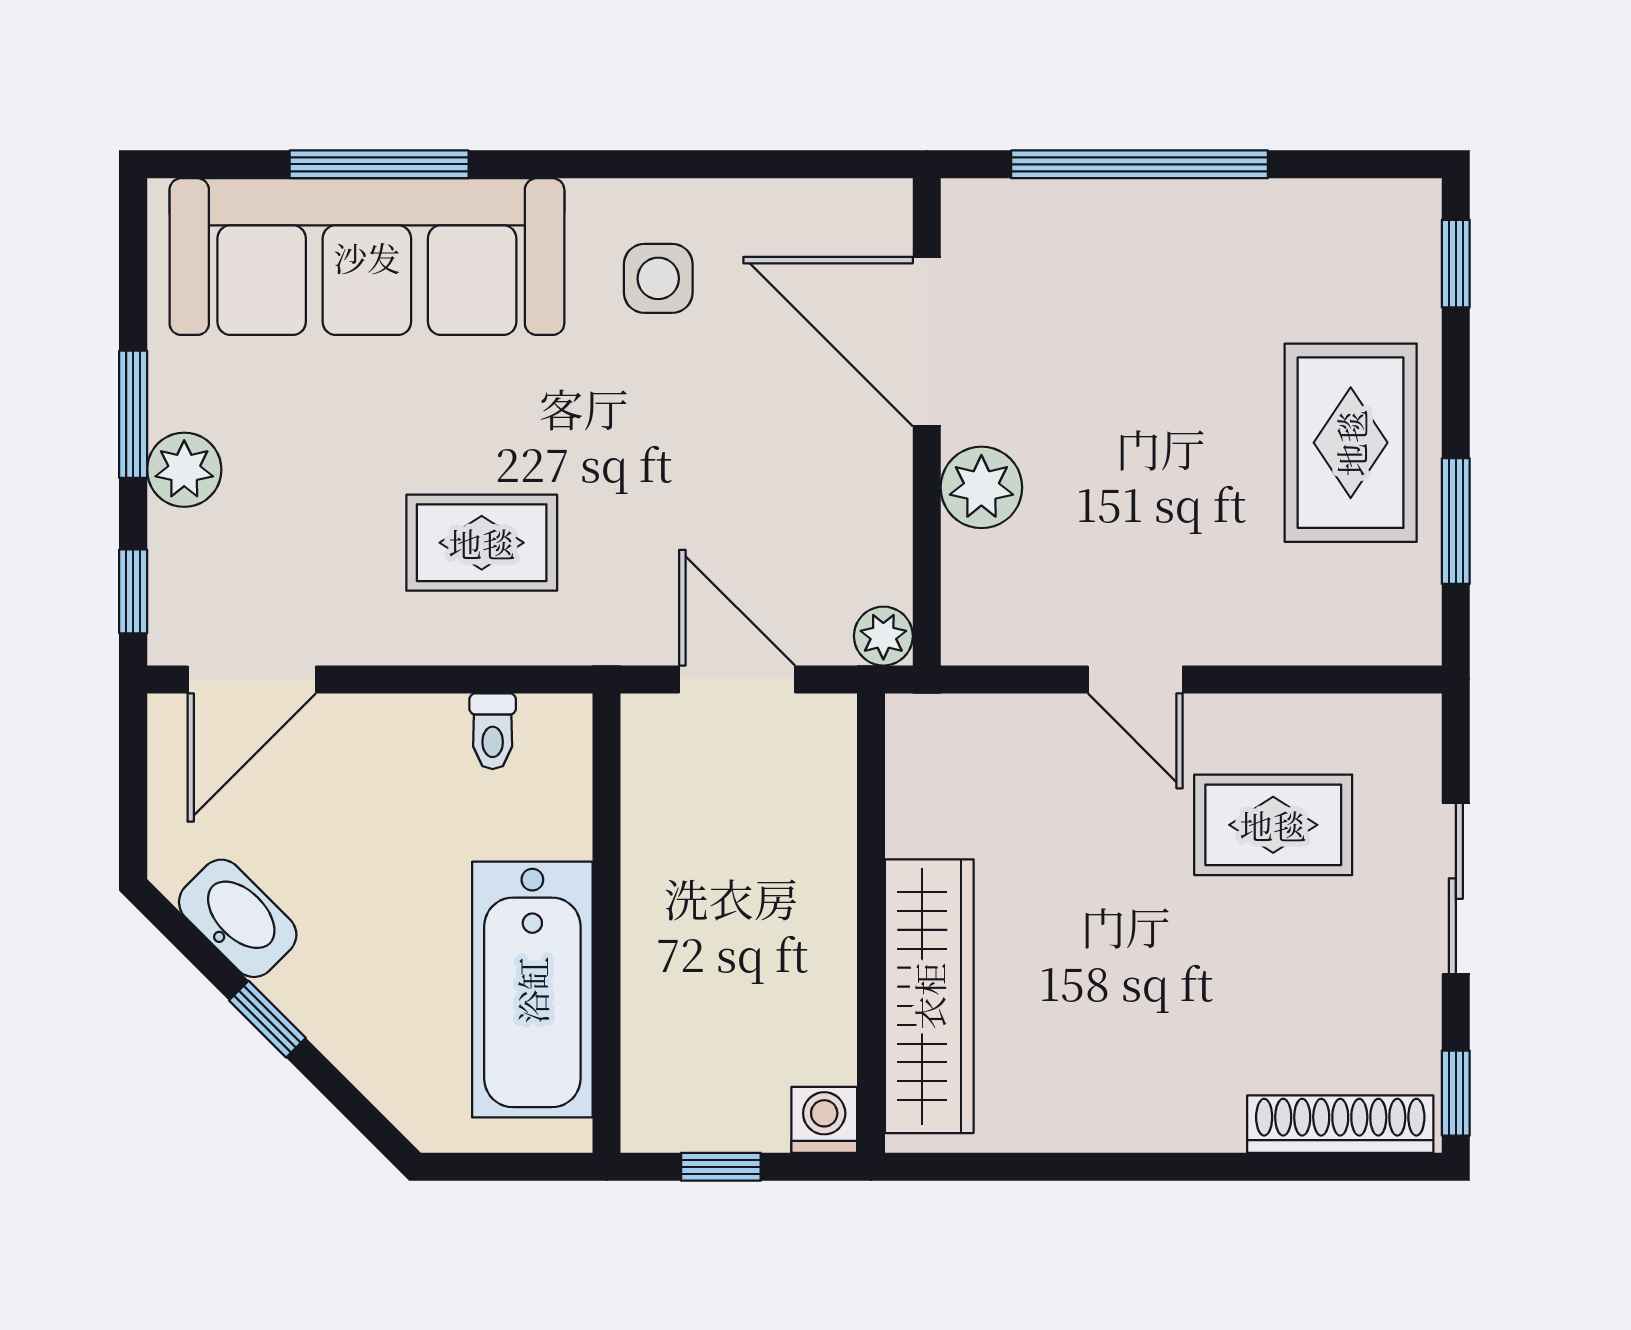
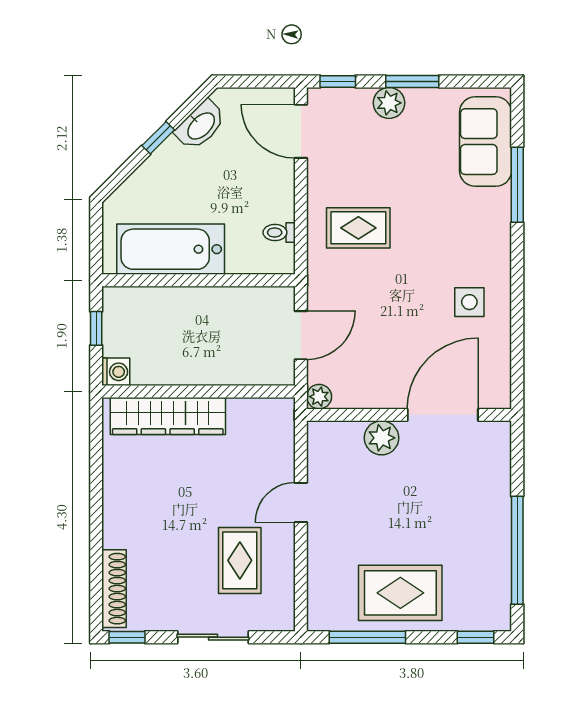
window: (1140, 164) -> (517, 550), moved
sofa: (367, 257) -> (486, 142), width x0.54, depth x0.79
window: (1456, 521) -> (367, 637), width x1.44
rug: (482, 543) -> (358, 228), turned 90

